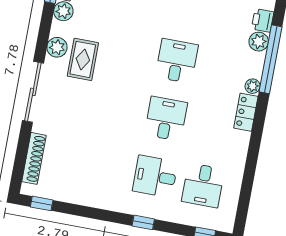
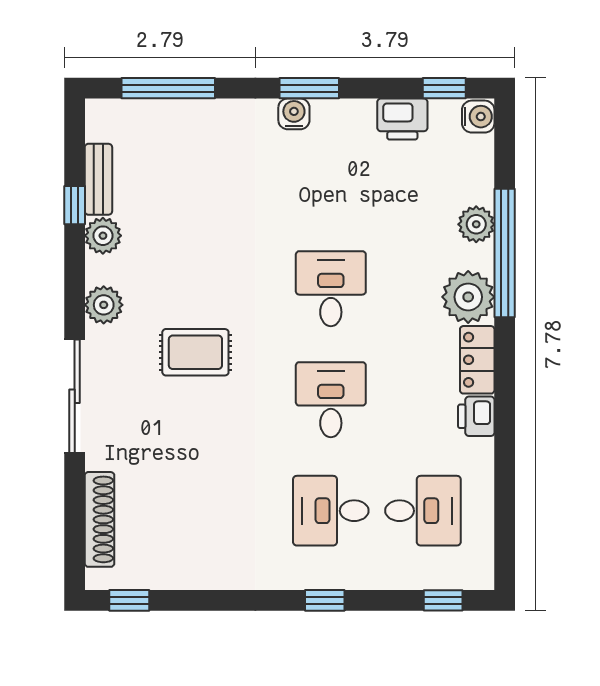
printer: (263, 20) -> (476, 416), moved
rug: (83, 59) -> (195, 352), moved, turned 90
plant: (253, 86) -> (468, 297), width x1.87, depth x1.87
desk: (203, 185) -> (423, 511), turned -90

